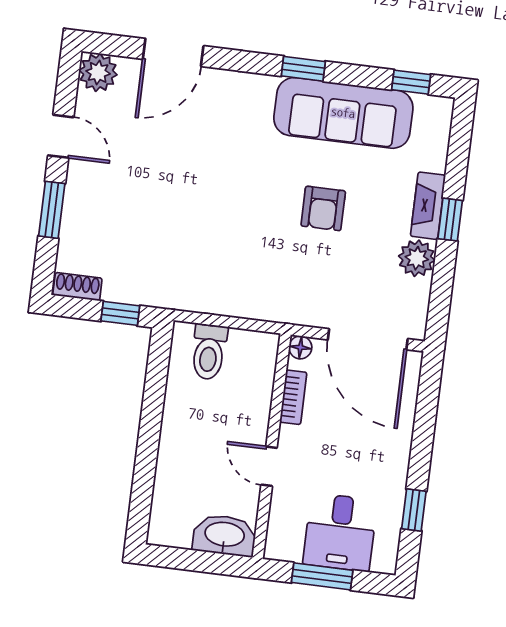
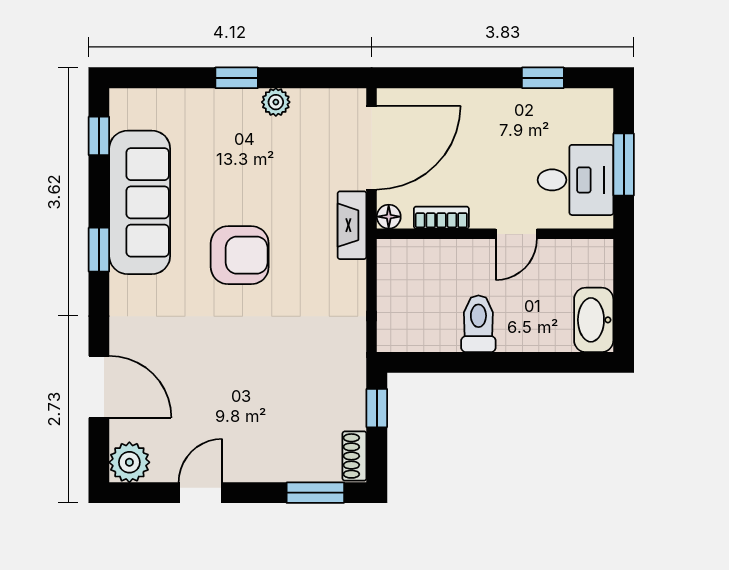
fireplace: (428, 206) -> (352, 225), moved, turned 90
armchair: (323, 208) -> (240, 255), moved, width x1.38, depth x1.38
window: (52, 210) -> (315, 493), moved
plant: (417, 258) -> (276, 102), width x0.73, depth x0.73
toilet: (209, 352) -> (478, 324), moved, turned -90
desk: (340, 532) -> (576, 180), moved
washbasin: (224, 535) -> (594, 320), moved

